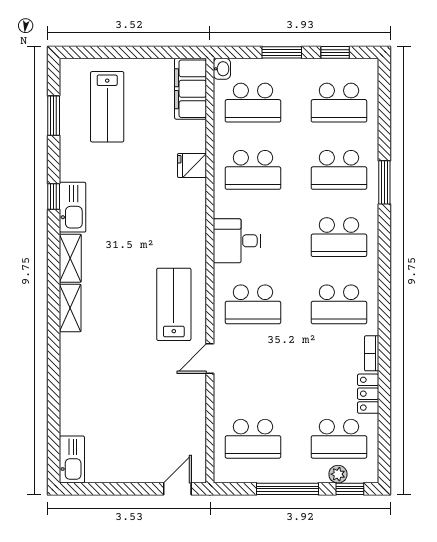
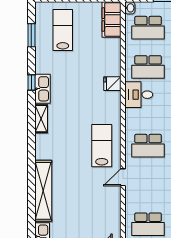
lab bench: (107, 107) -> (63, 30), turned 180
fridge: (192, 165) -> (112, 84), moved
desk: (237, 241) -> (139, 95), moved
shelving: (70, 308) -> (43, 191), moved, width x2.20, depth x1.33

